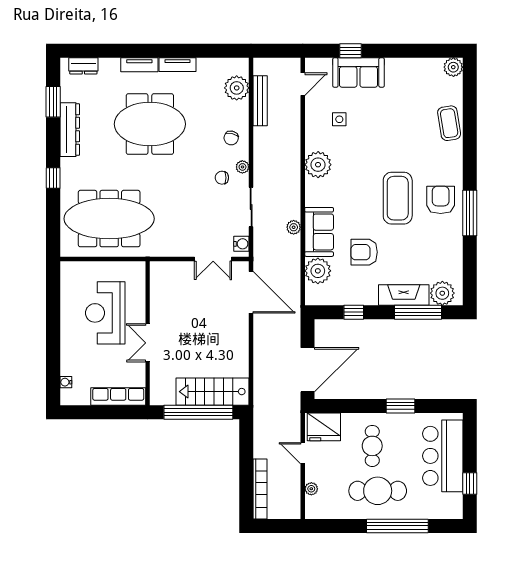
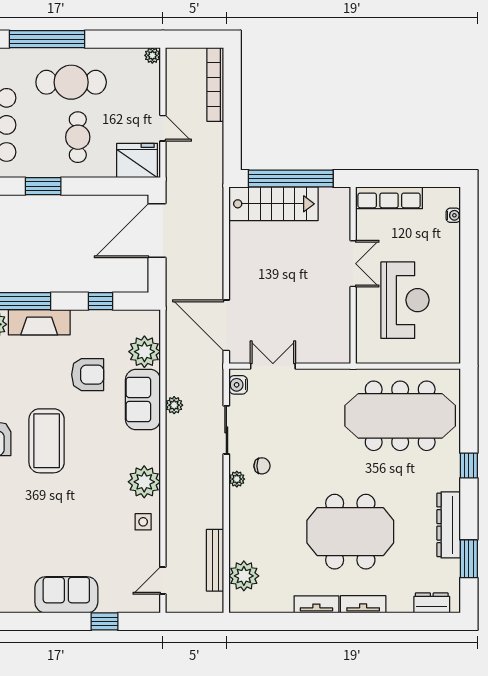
sofa: (358, 73) -> (66, 595), moved
side table: (339, 119) -> (143, 522), moved
chair: (231, 138) -> (251, 515), removed
plant: (311, 489) -> (152, 55), moved

